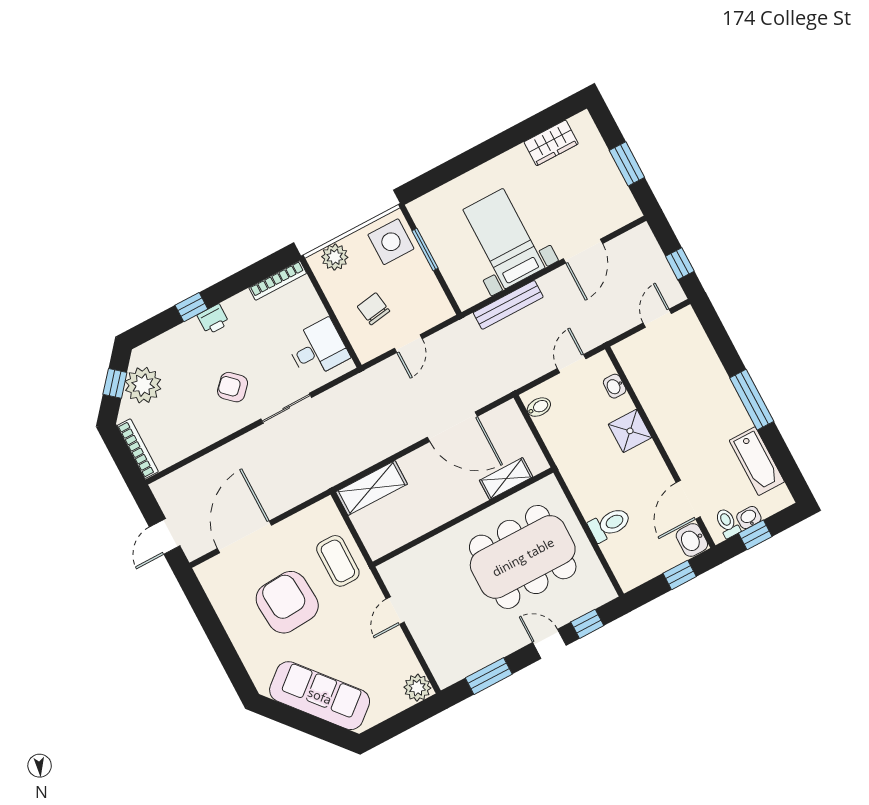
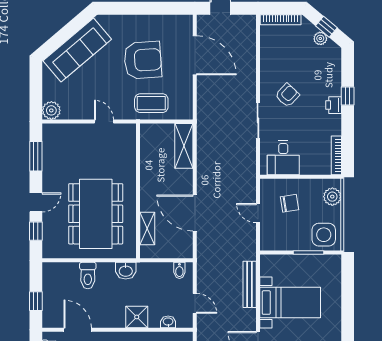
plant: (143, 385) -> (320, 38), width x0.53, depth x0.53
door: (452, 427) -> (195, 213), hinge flipped
washbasin: (692, 540) -> (126, 271), moved, turned 180

